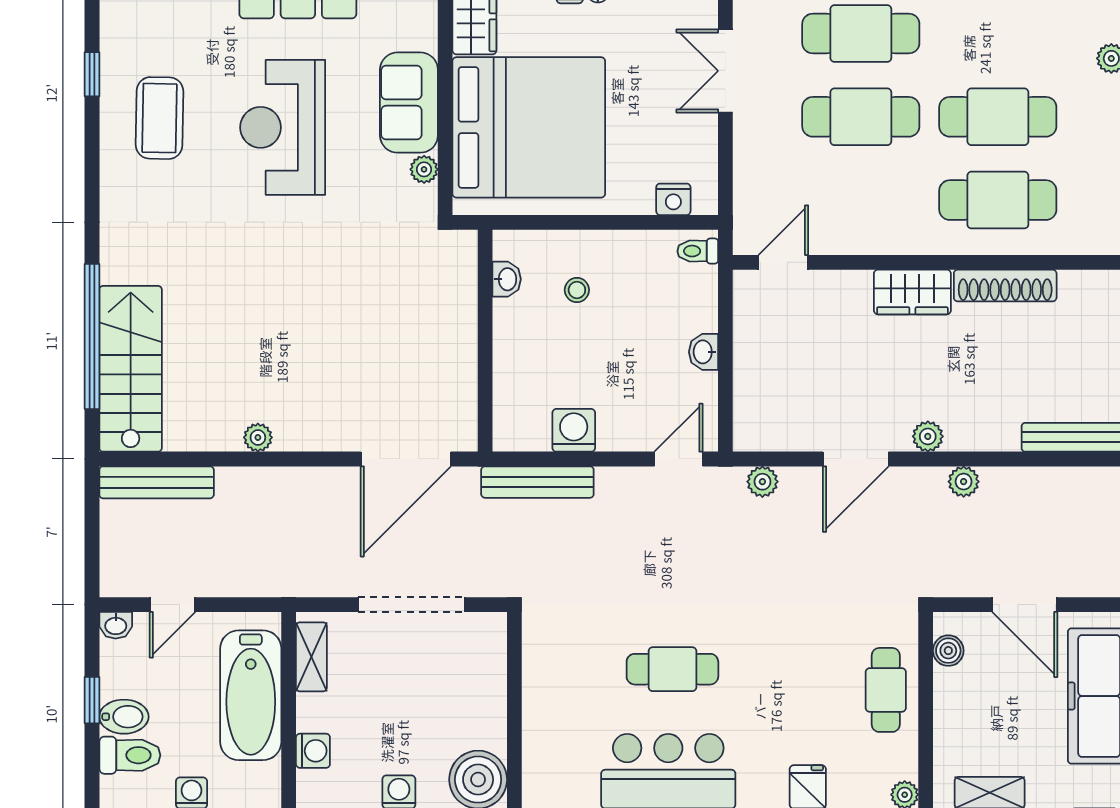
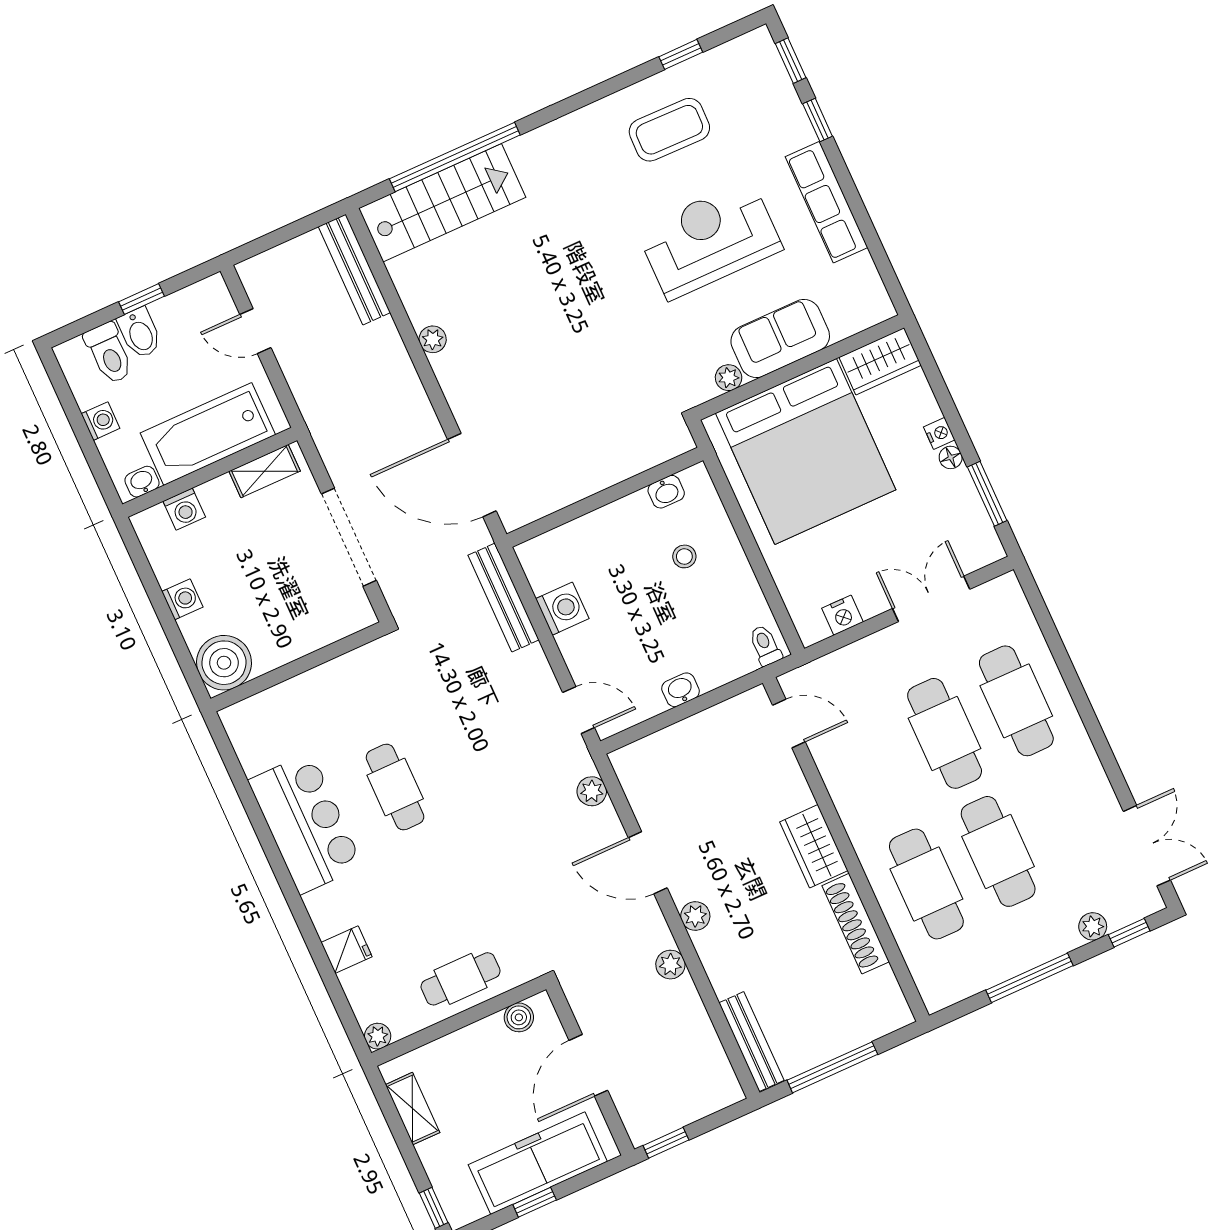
nightstand: (673, 199) -> (843, 615), moved, turned -90
washbasin: (116, 625) -> (142, 482), moved, turned 90

